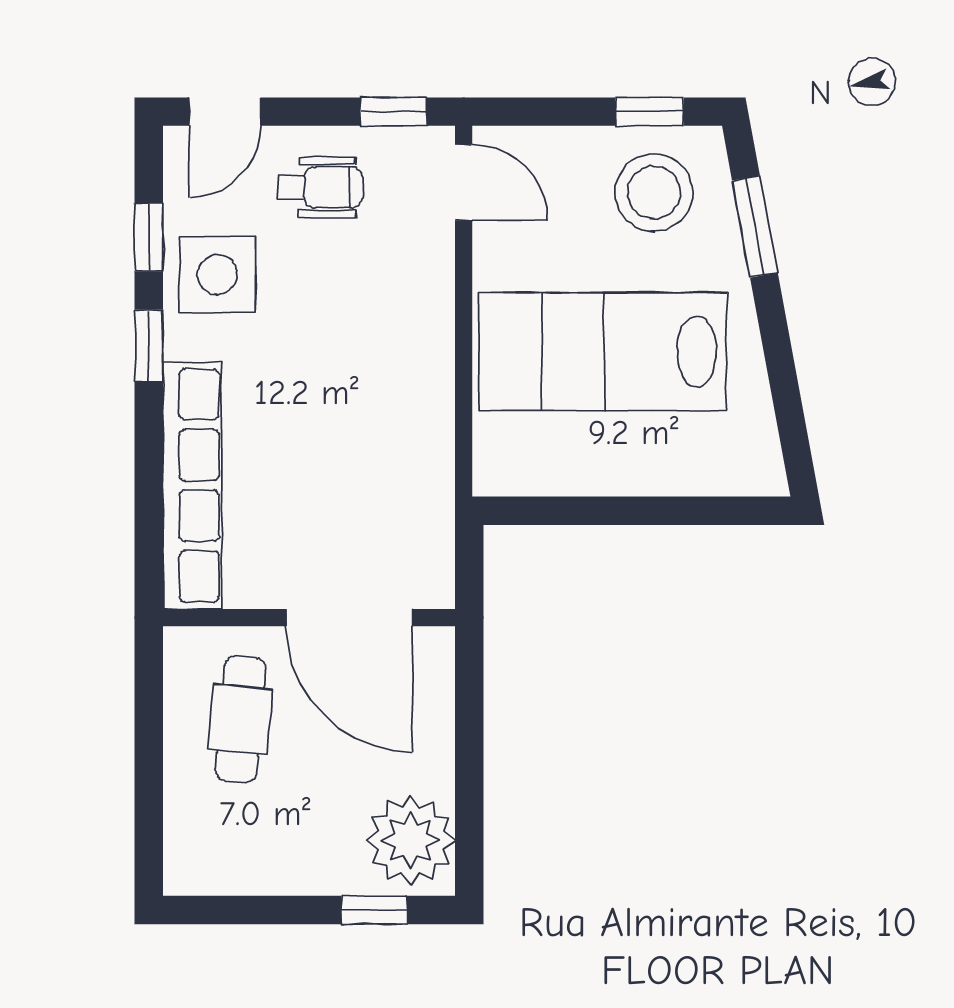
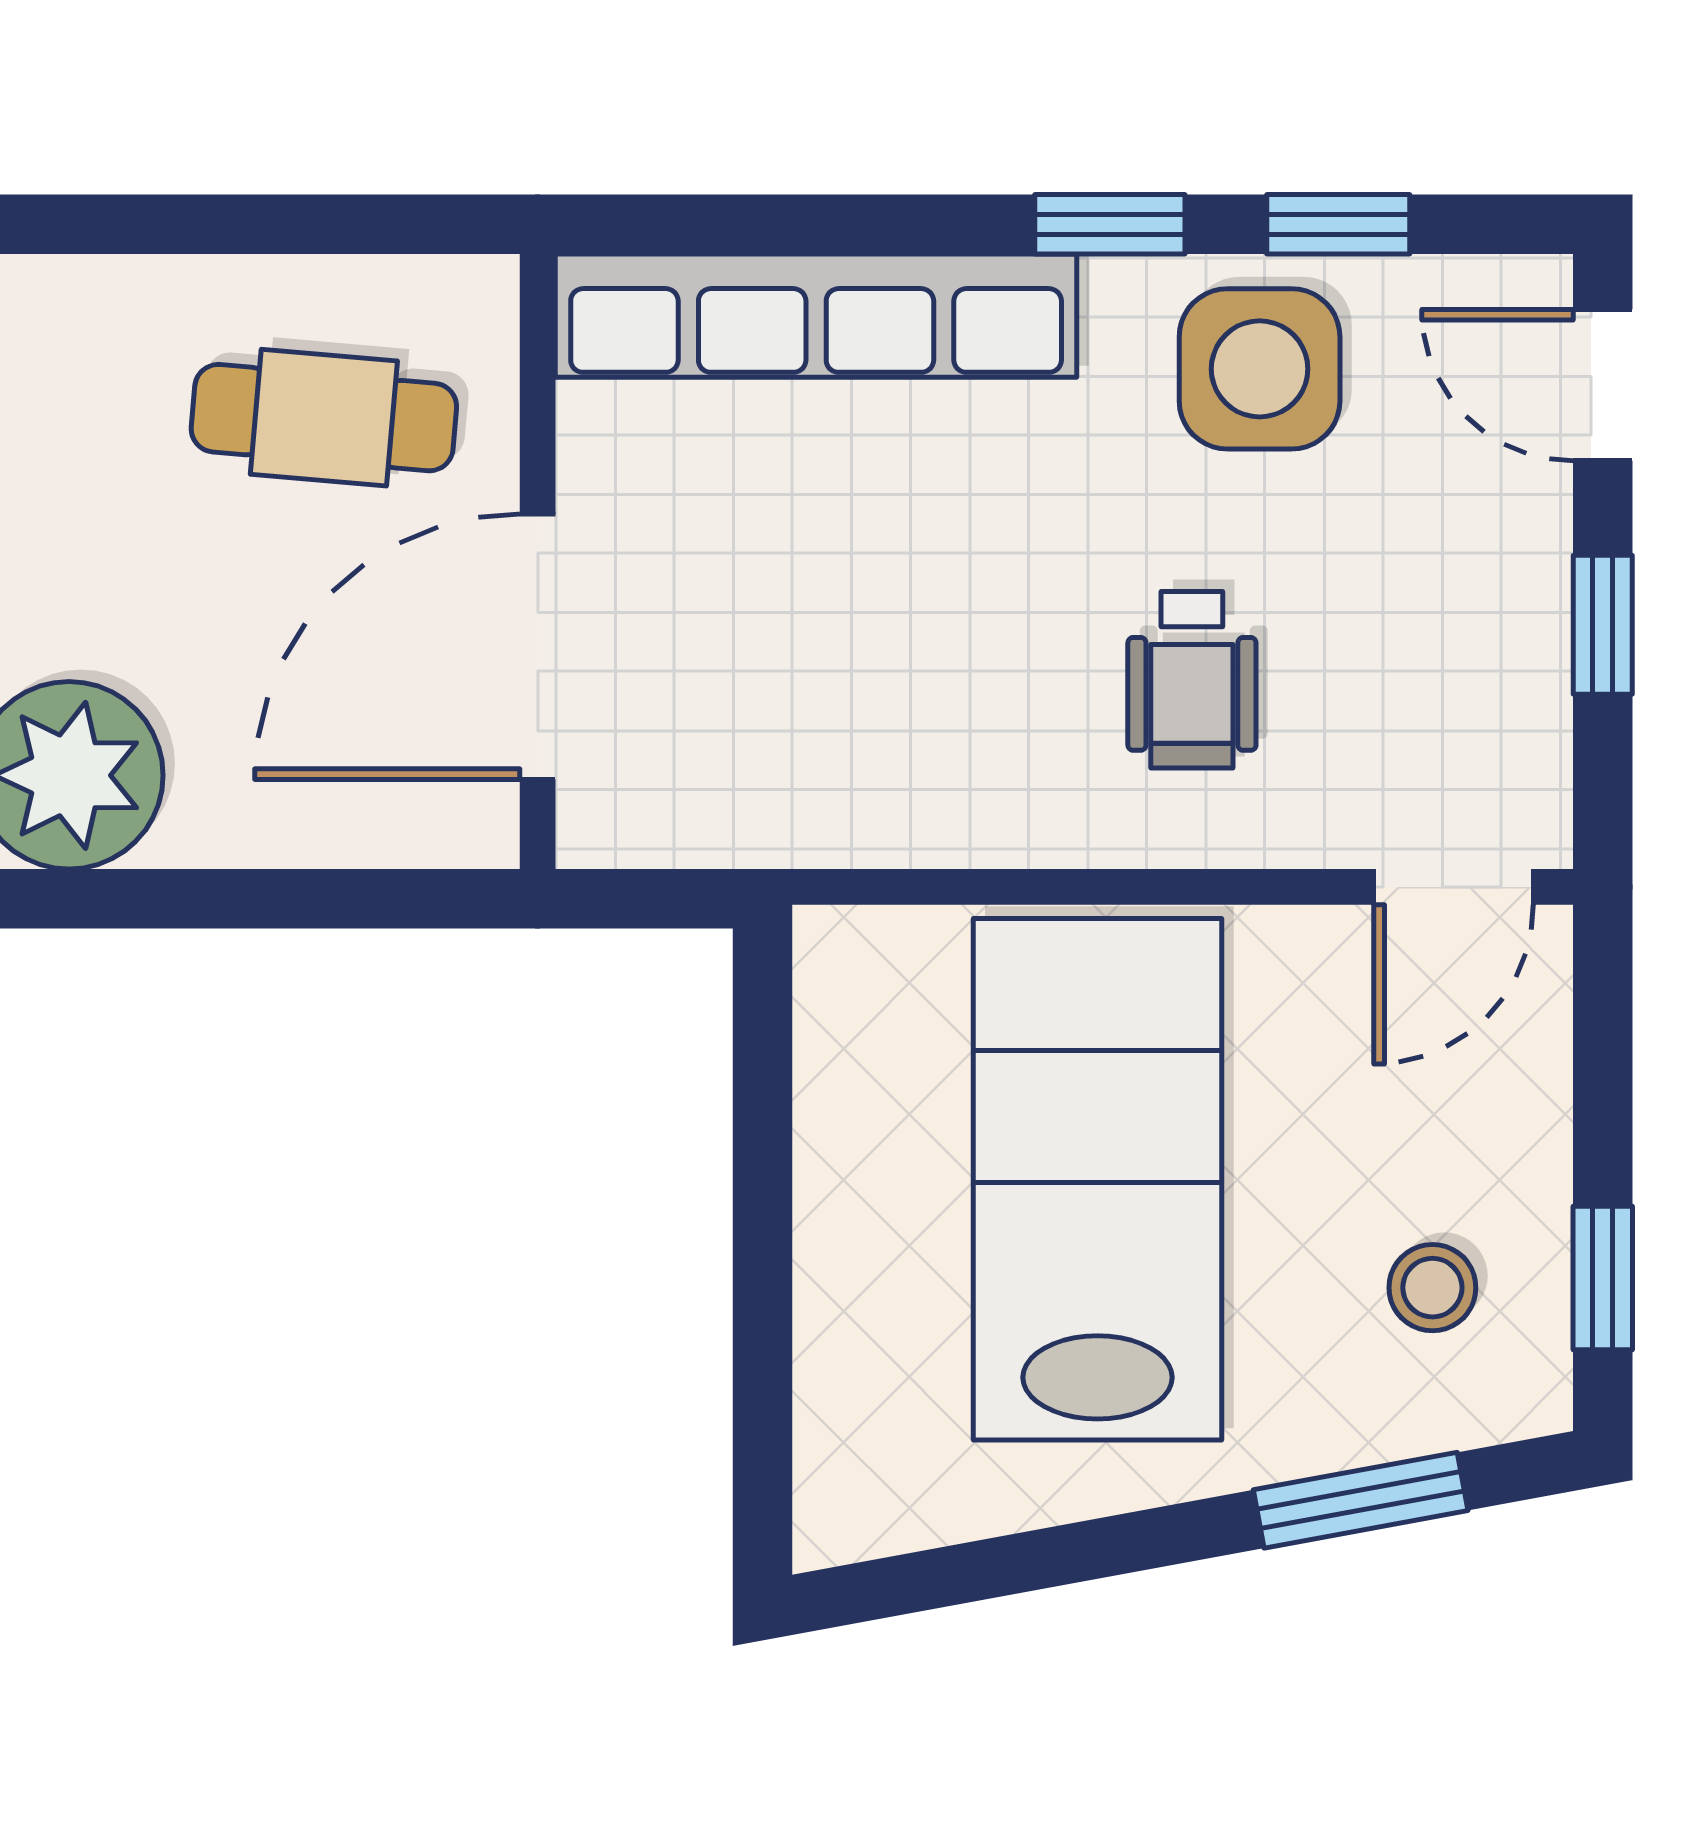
window: (393, 112) -> (1603, 625), moved
wheelchair: (321, 187) -> (1192, 680), moved
stool: (654, 192) -> (1432, 1288), width x0.53, depth x0.53

